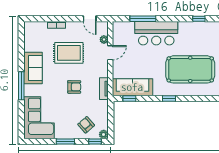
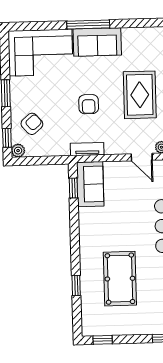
sofa: (33, 68) -> (97, 42), moved
pool table: (190, 69) -> (120, 279), width x0.73, depth x0.76
sofa: (132, 87) -> (90, 184), width x0.73
window: (169, 99) -> (76, 285), moved

